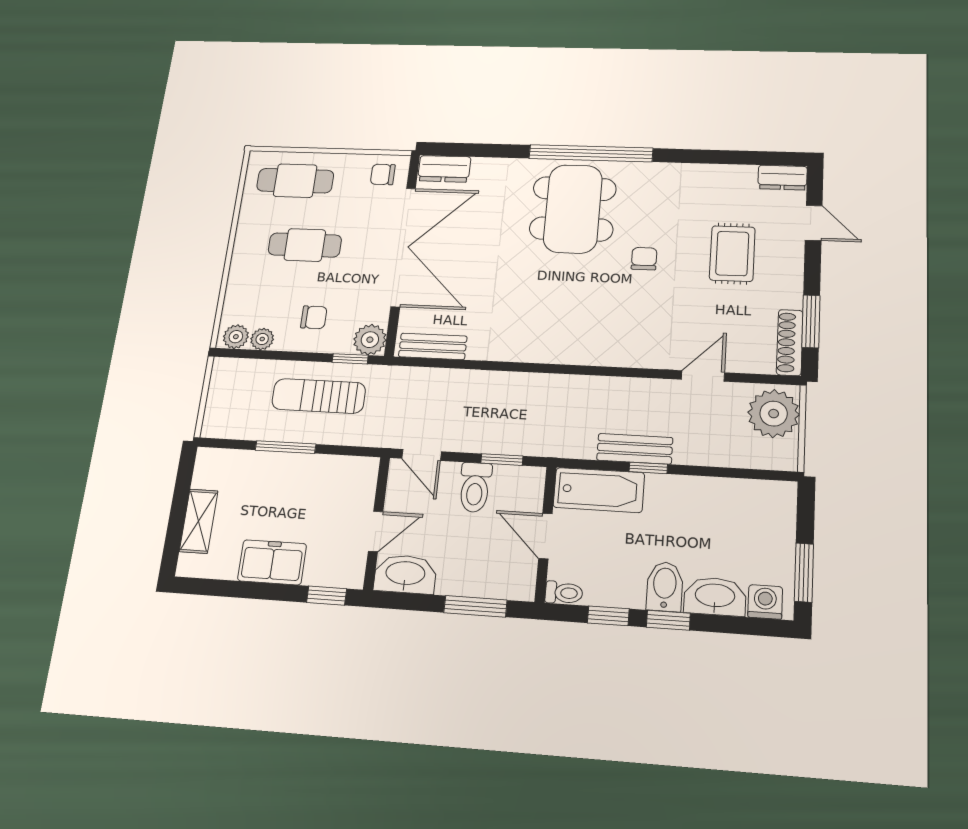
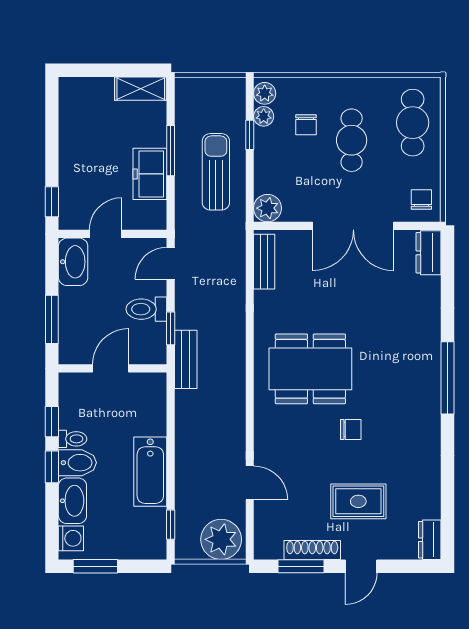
window: (591, 153) -> (448, 378), width x0.68
dining table: (573, 209) -> (310, 369), moved
door: (814, 223) -> (361, 566), moved
double door: (403, 247) -> (353, 226), width x0.73
chair: (314, 317) -> (306, 125), moved
shoe rack: (790, 342) -> (312, 550), moved
window: (350, 359) -> (250, 135), moved
bench: (635, 449) -> (186, 359), moved
window: (648, 468) -> (171, 525), moved
bathtub: (599, 490) -> (150, 472), moved
shelving: (199, 521) -> (141, 89), moved
door: (376, 531) -> (106, 234), swing flipped
freezer: (272, 562) -> (150, 174), moved, turned 180
toilet: (564, 593) -> (73, 439), moved, turned -90

